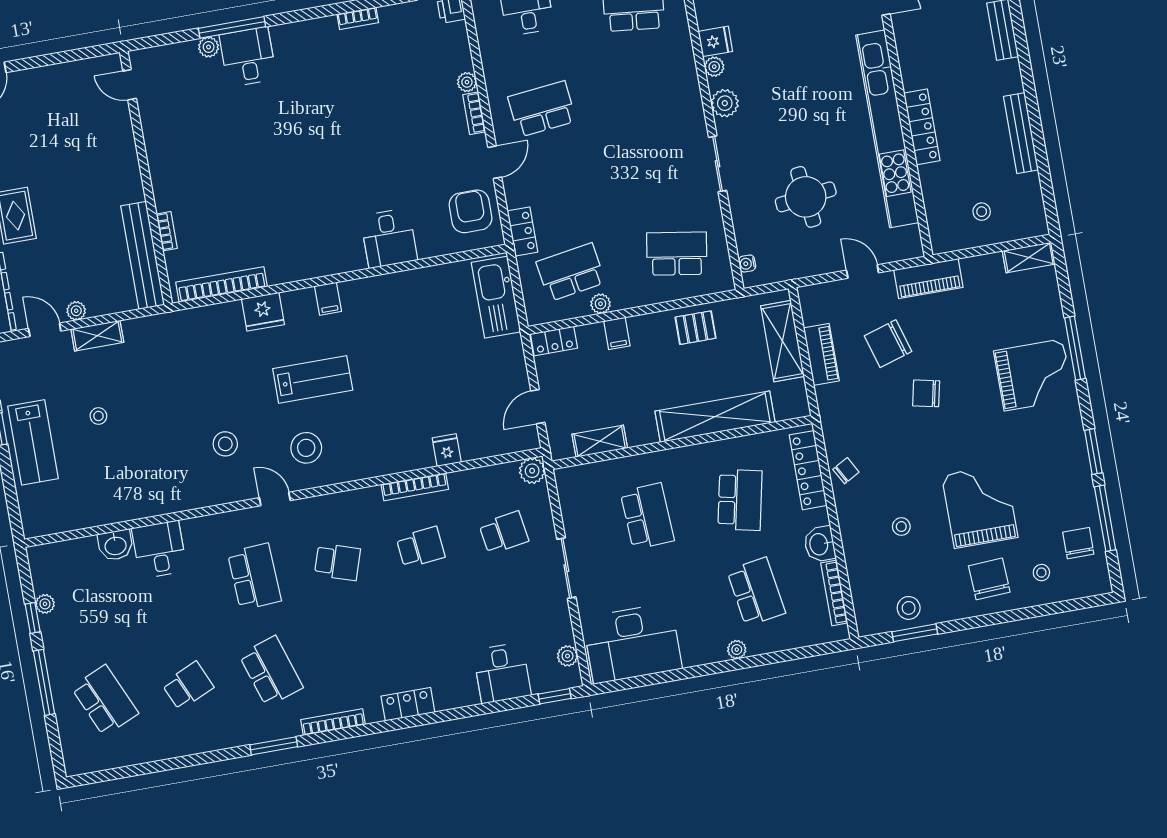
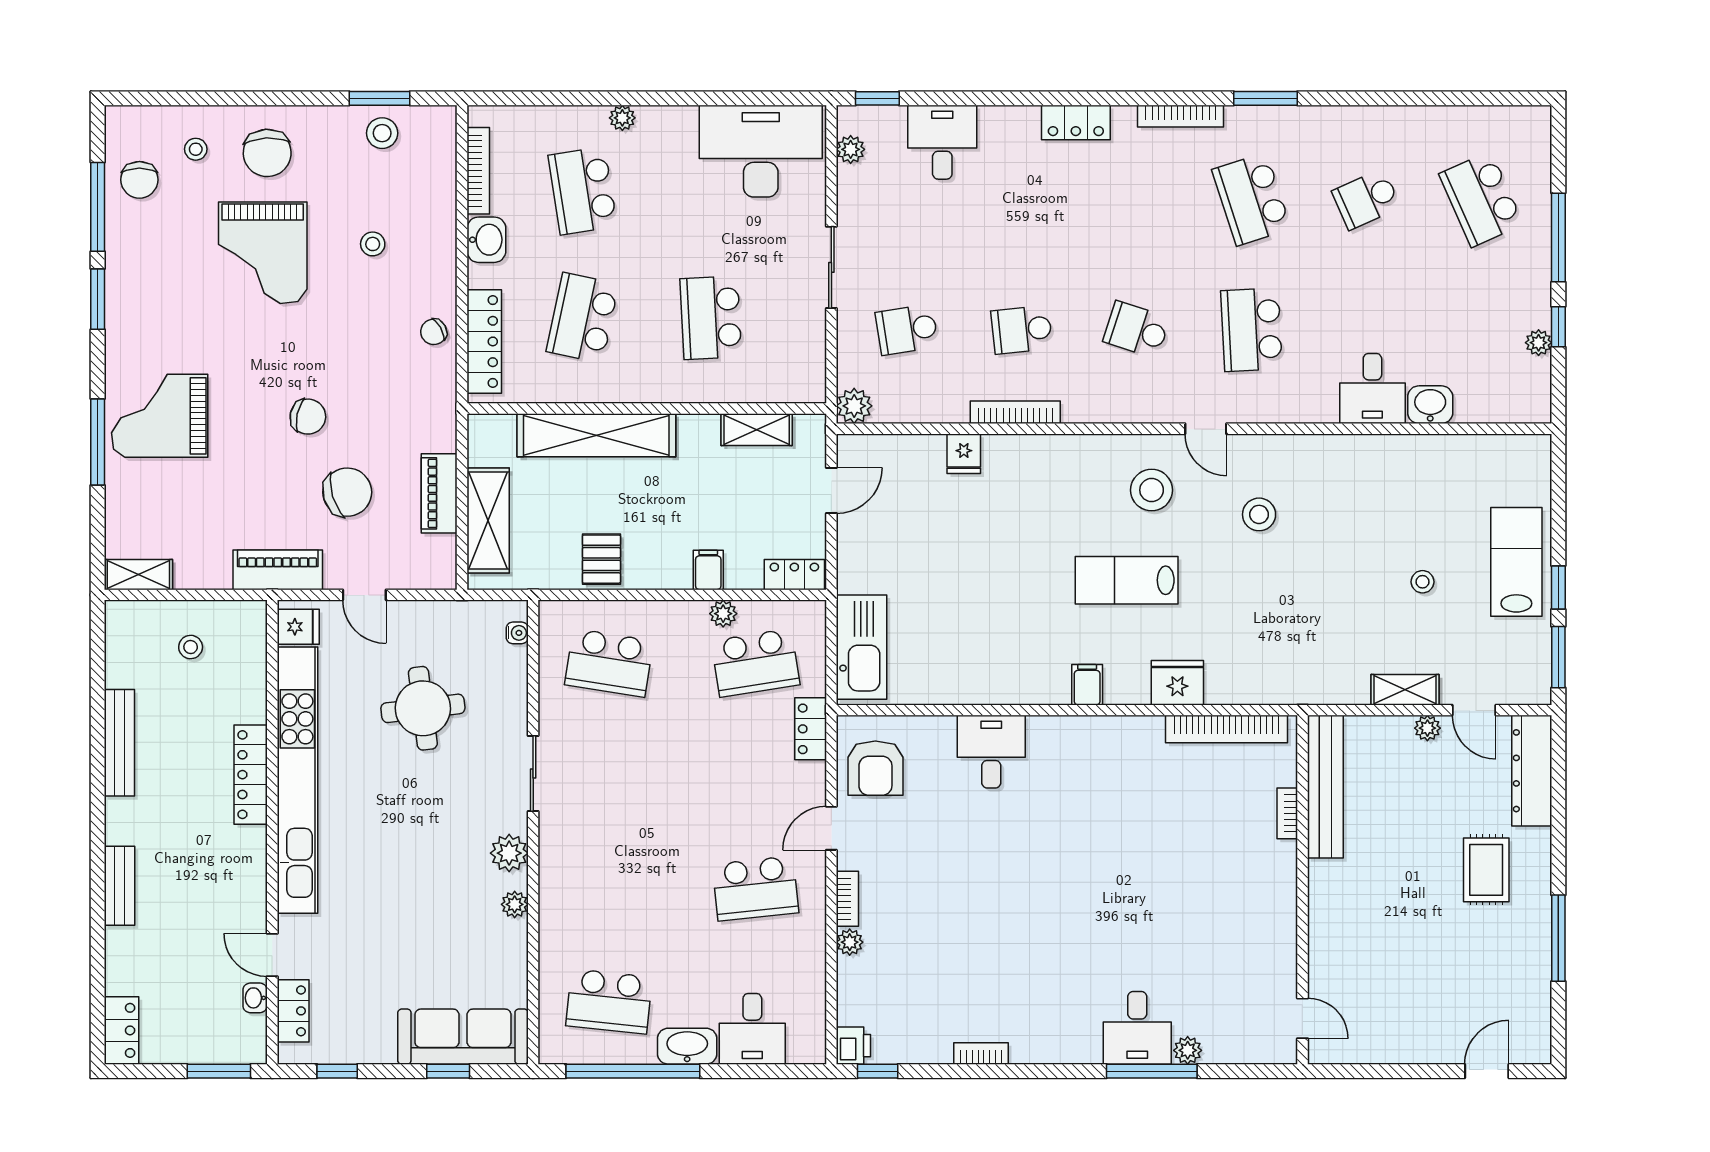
fridge: (715, 41) -> (298, 627), moved, turned 180
pallet: (696, 328) -> (601, 559), turned 90

